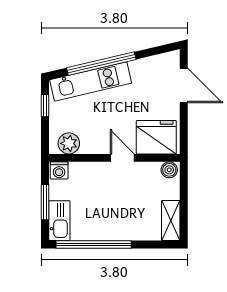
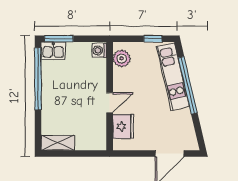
fridge: (156, 137) -> (123, 126), width x0.73, depth x0.75
boiler: (169, 170) -> (100, 142), removed
window: (45, 202) -> (59, 39), moved
kitchen sink: (59, 221) -> (53, 51), width x0.73

